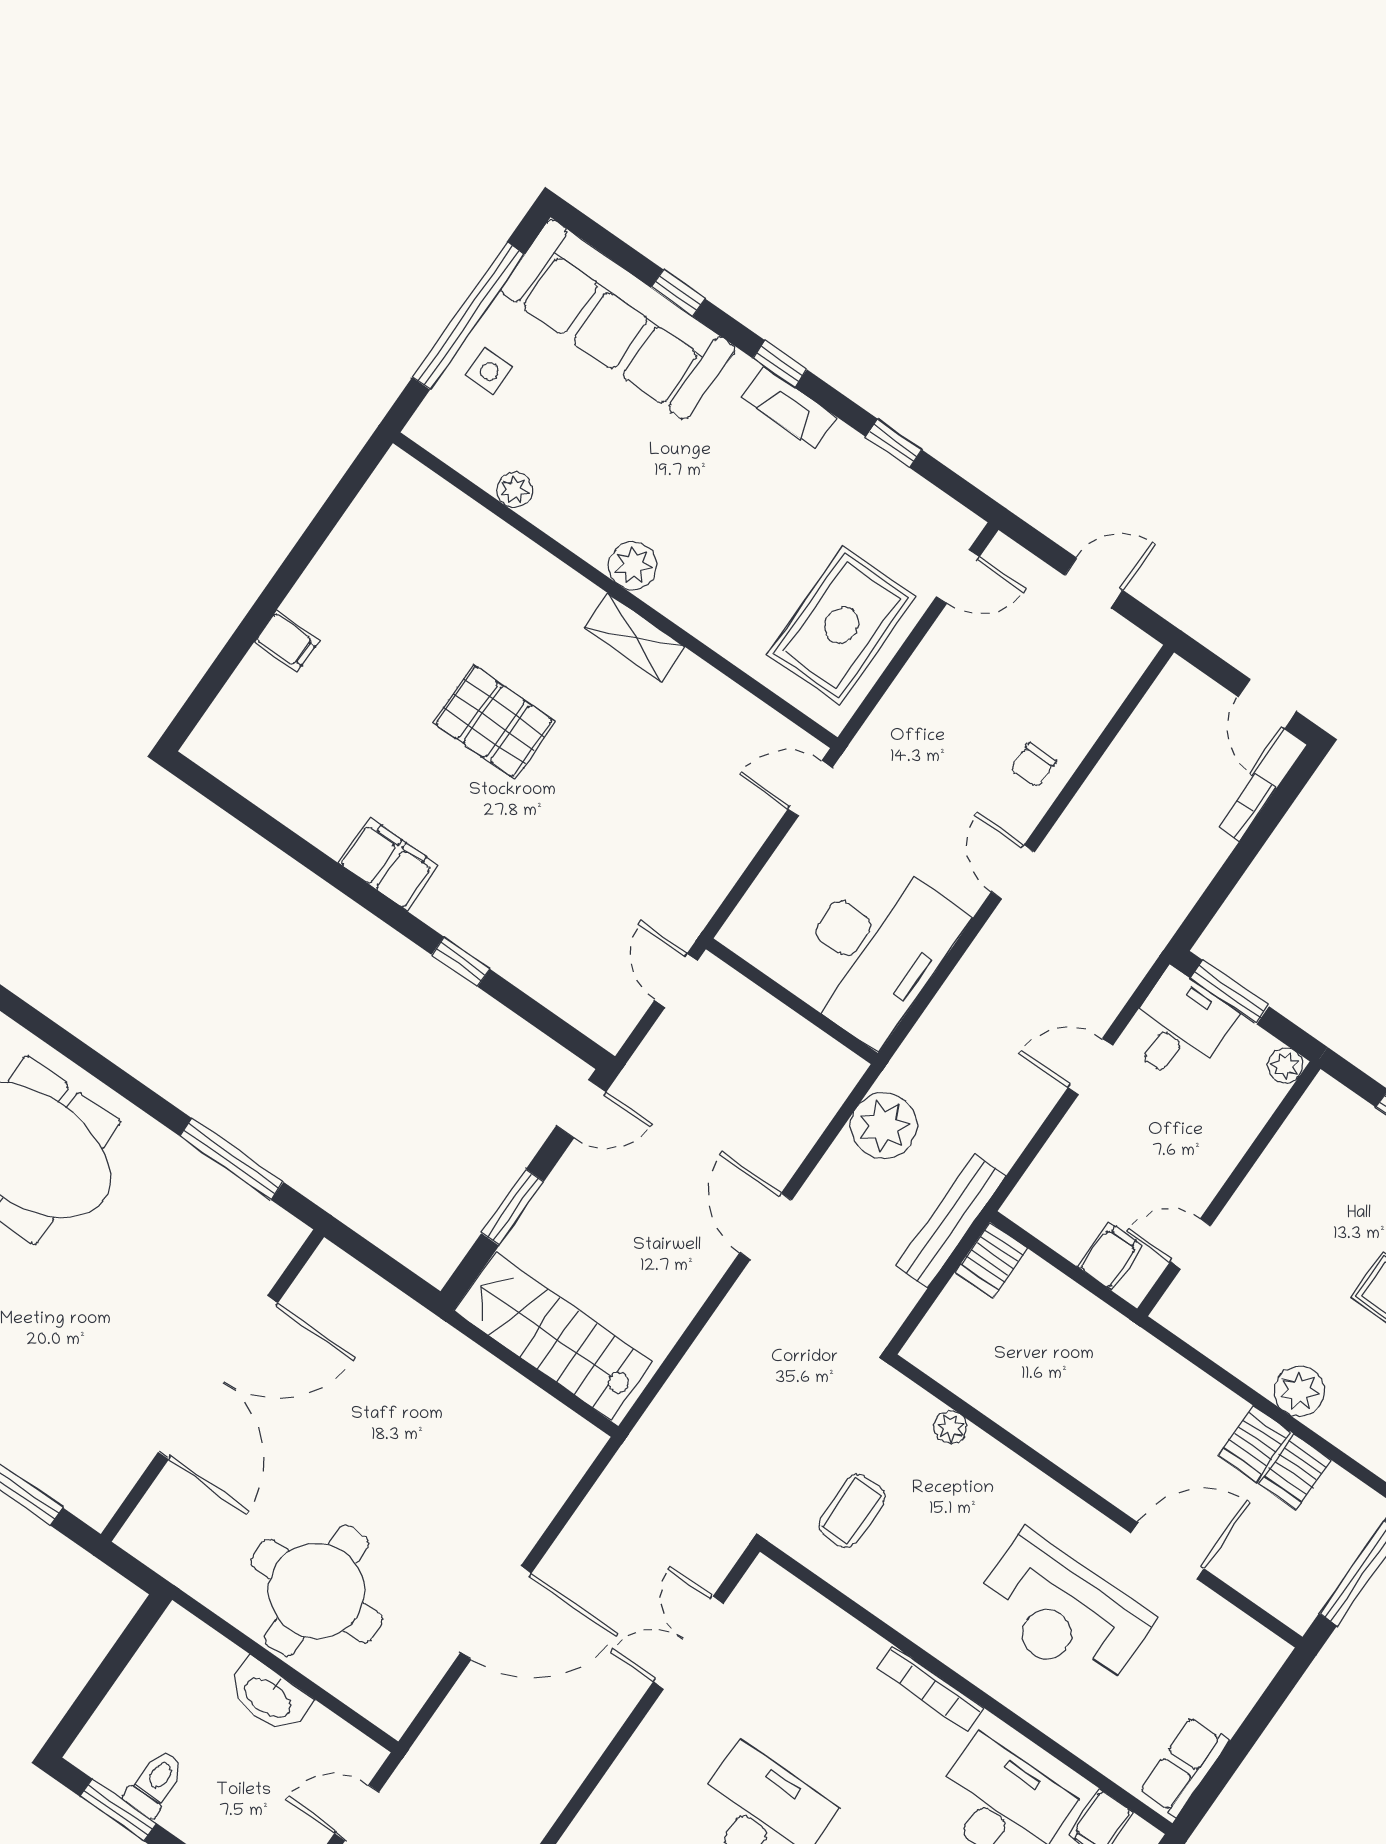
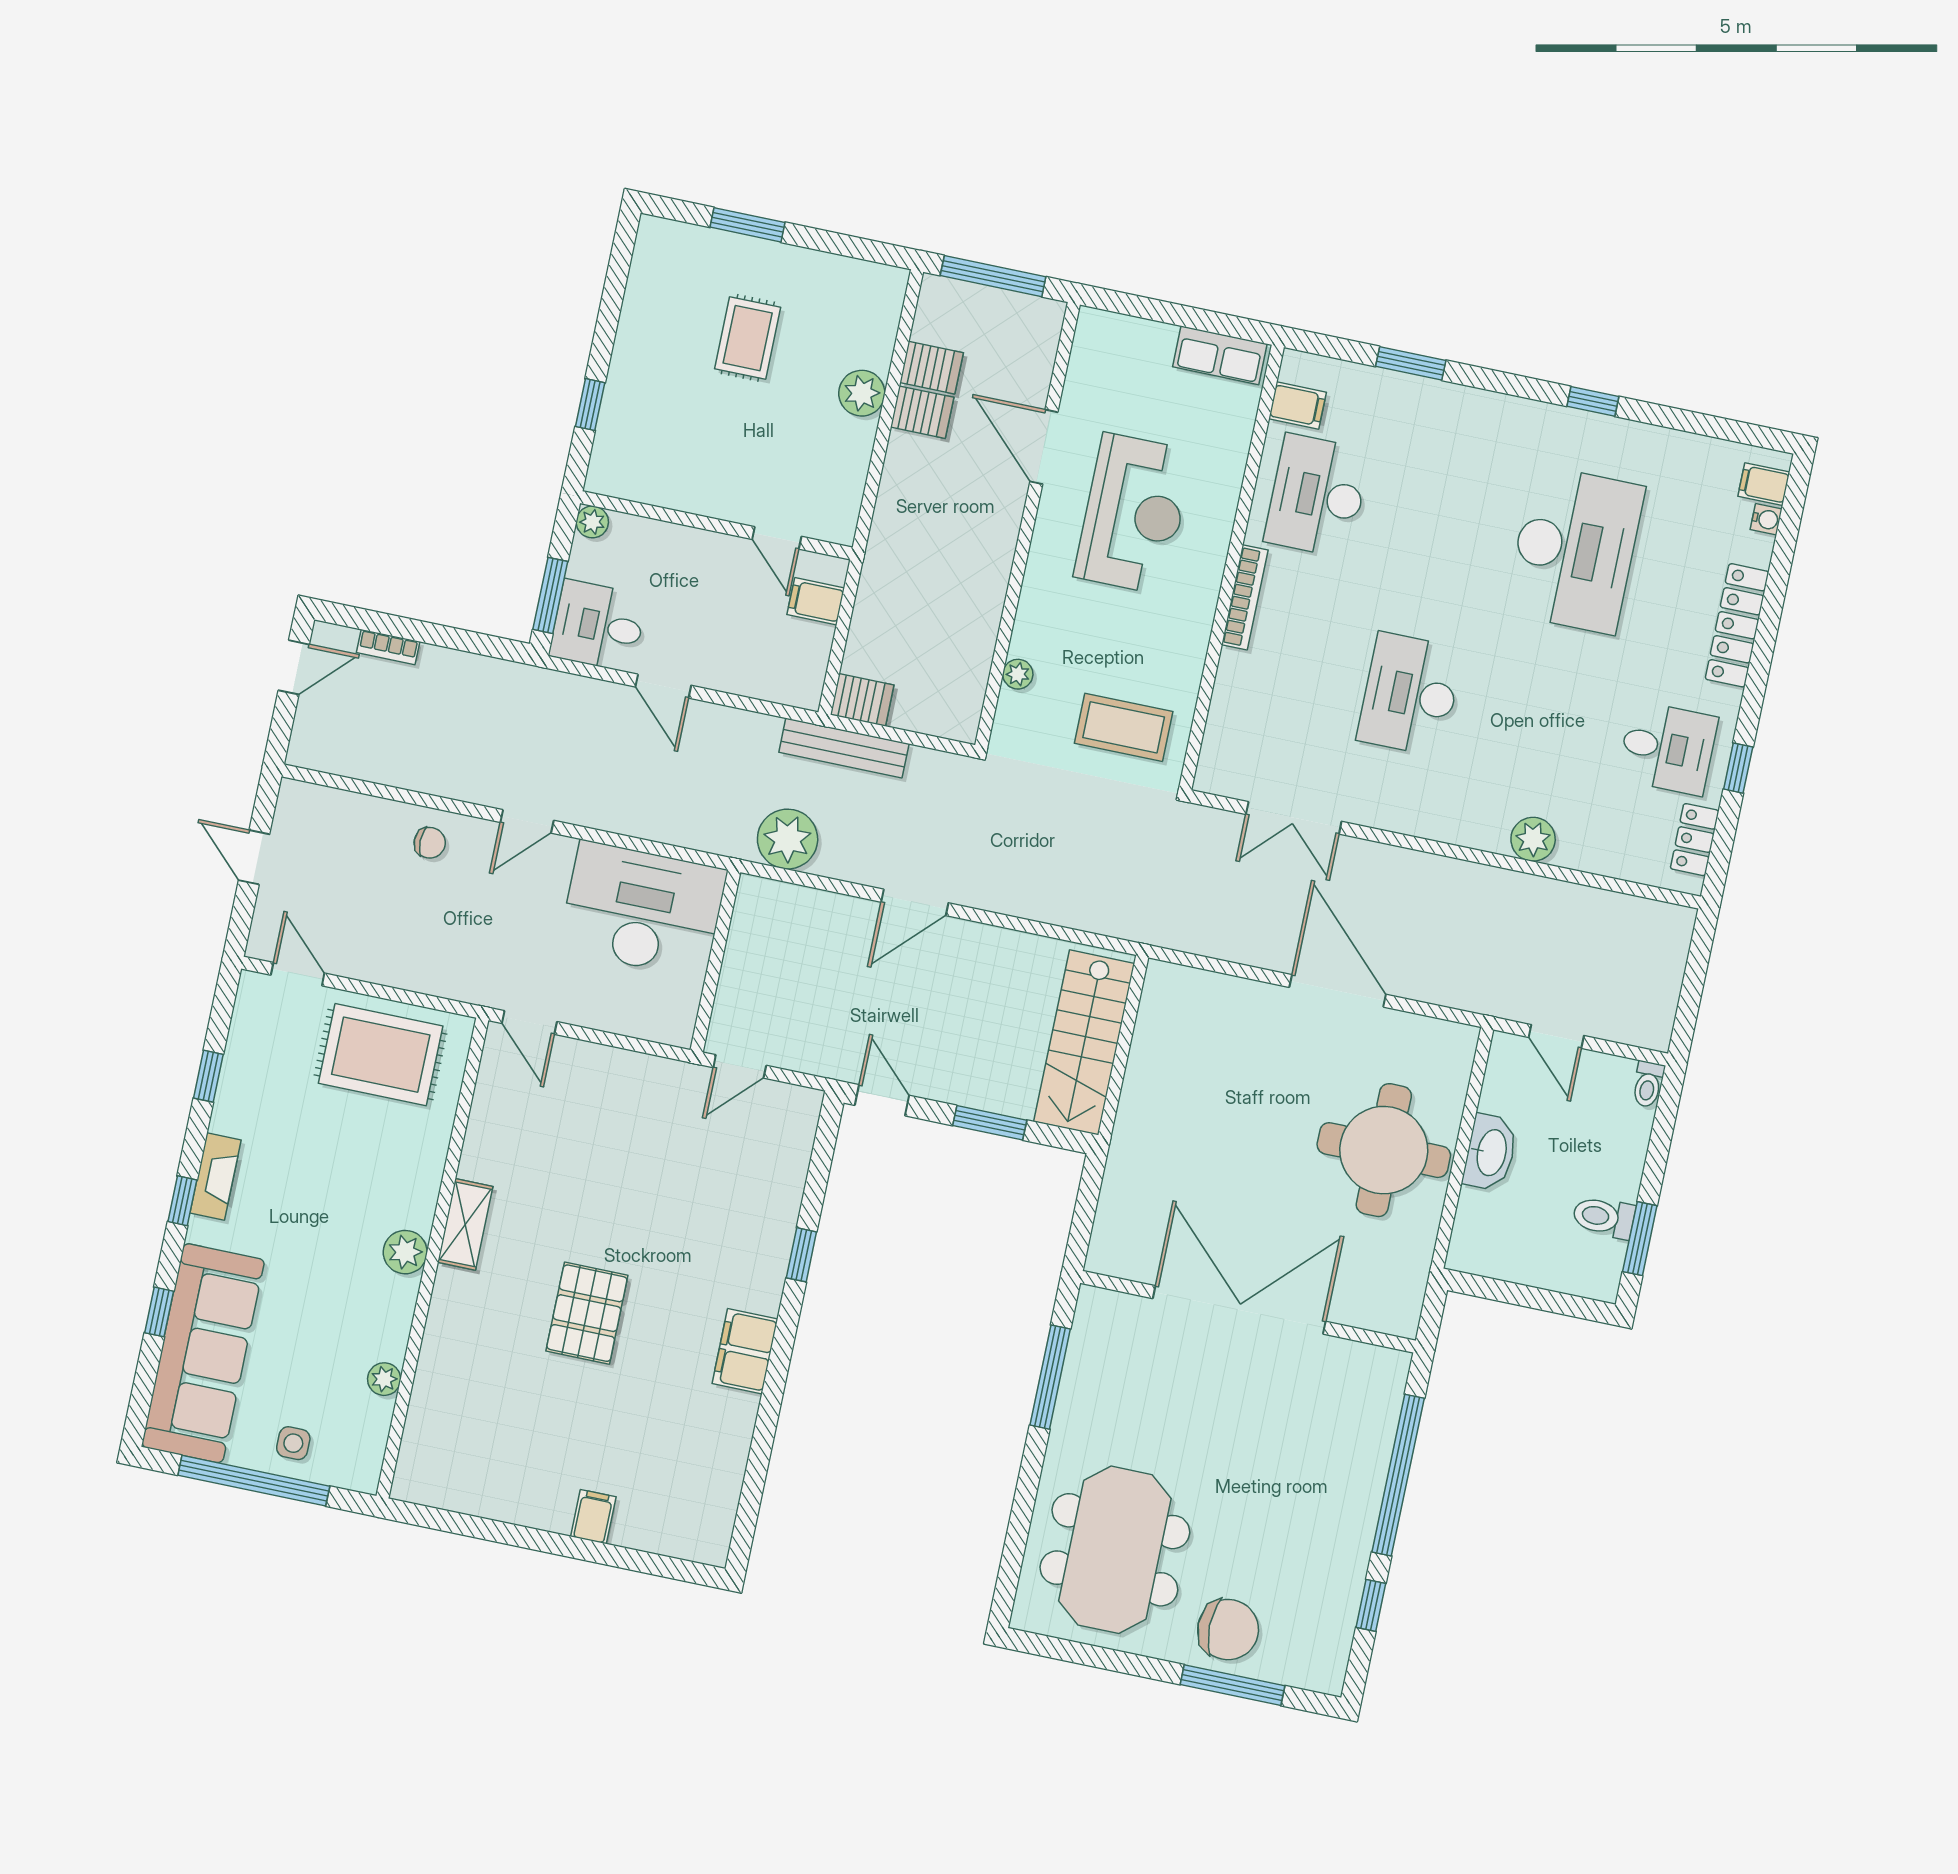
coffee table: (852, 1511) -> (1124, 727), width x1.36, depth x1.30

